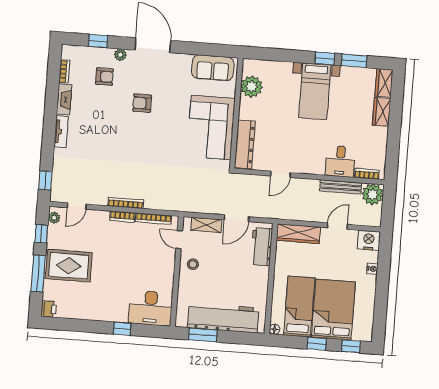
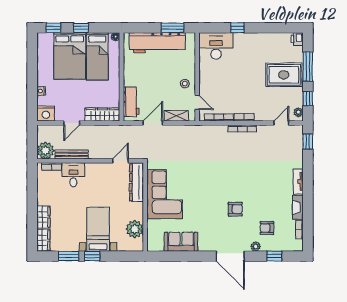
plant: (252, 87) -> (135, 229), moved
wall: (236, 113) -> (145, 207), moved
corner sofa: (211, 127) -> (165, 194), moved
dresser: (245, 144) -> (136, 182), moved

